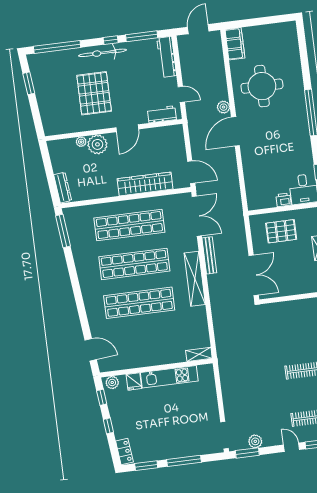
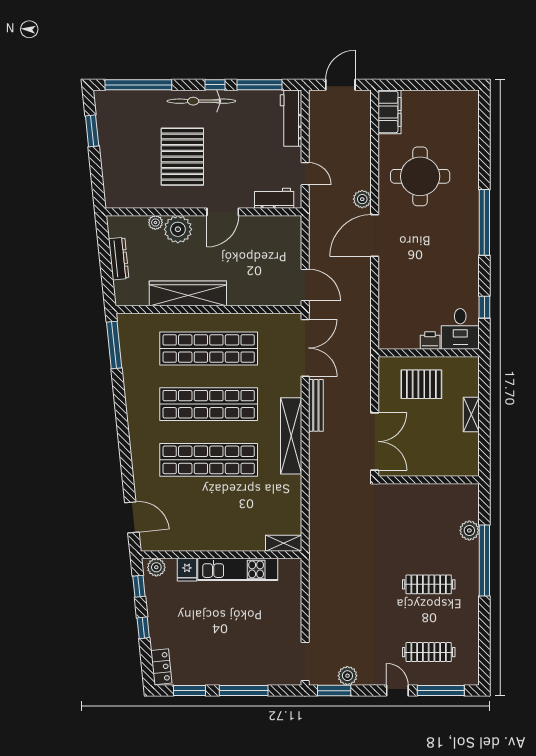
wardrobe: (145, 184) -> (188, 293), moved
dresser: (63, 188) -> (119, 259), moved

